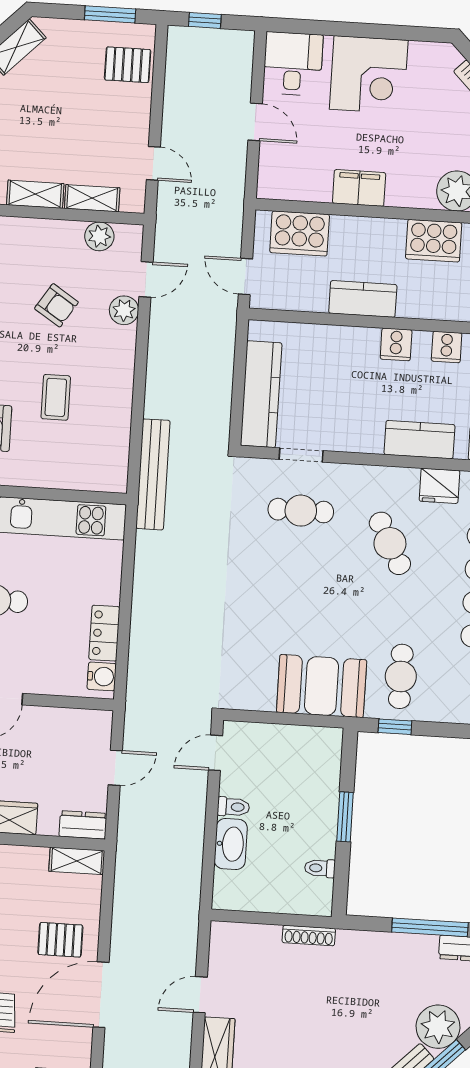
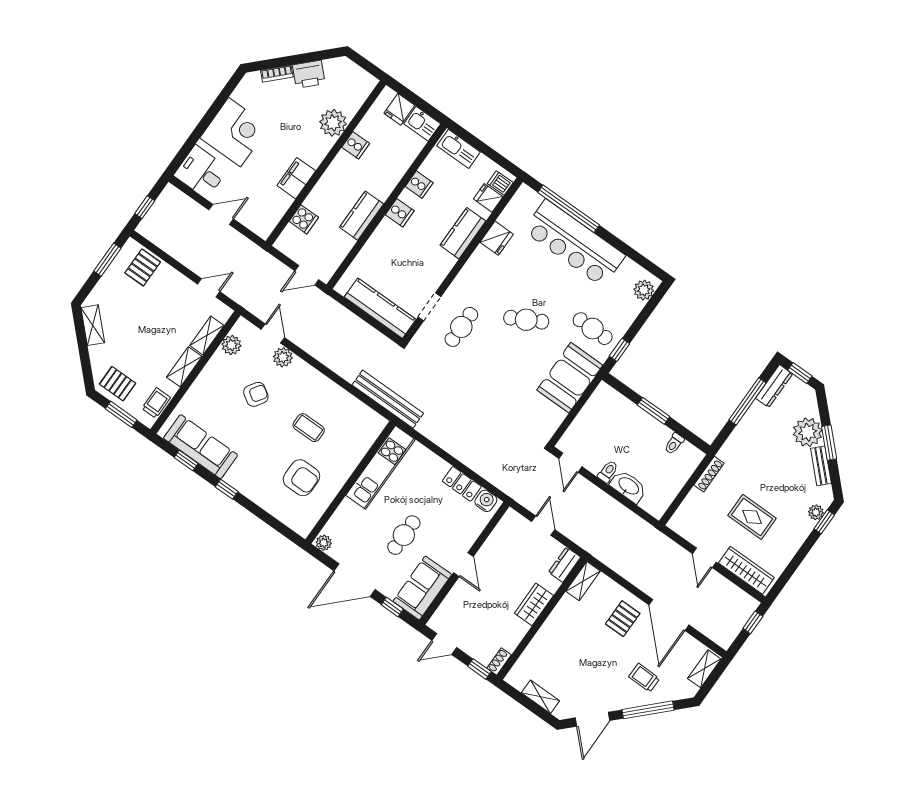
cooker: (300, 233) -> (304, 219), width x0.53, depth x0.76
cooker: (434, 241) -> (356, 145), width x0.53, depth x0.76
cafe table: (390, 543) -> (526, 320), moved
rug: (289, 1023) -> (752, 517), added

